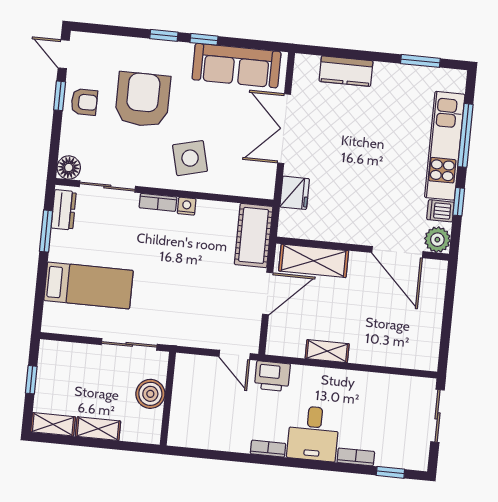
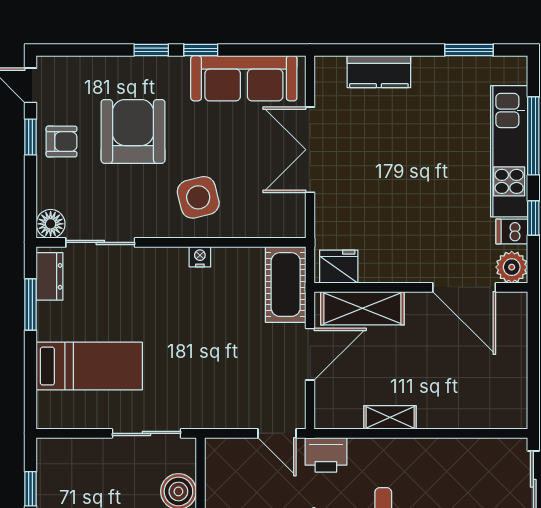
fridge: (295, 193) -> (339, 267), moved, turned -90
bookcase: (158, 202) -> (164, 256), removed

